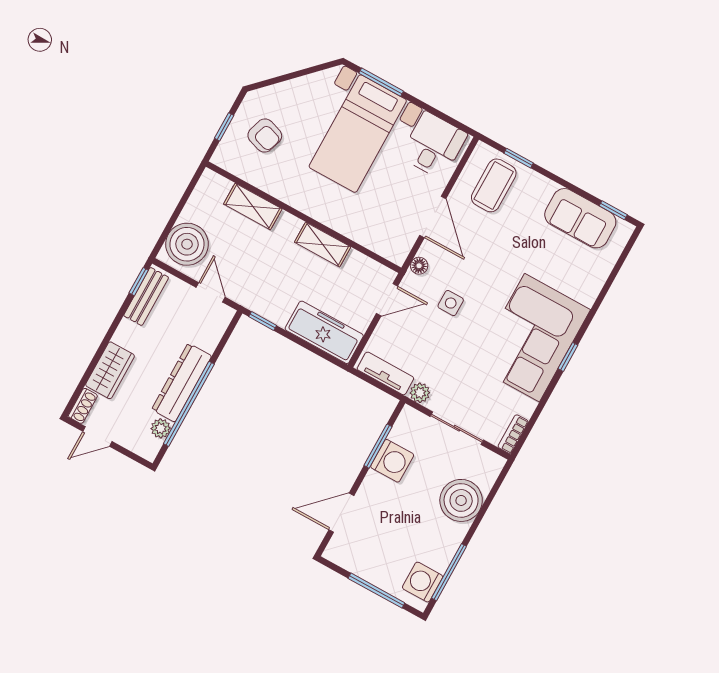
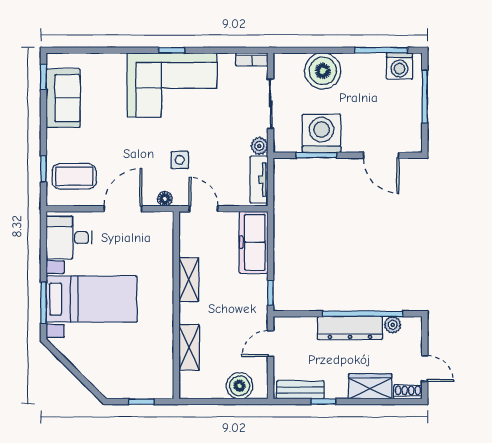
armchair: (265, 135) -> (131, 368), removed
boiler: (187, 244) -> (240, 386), width x0.73, depth x0.73
window: (139, 282) -> (323, 402), moved
washing machine: (392, 461) -> (321, 133), width x1.37, depth x1.37

